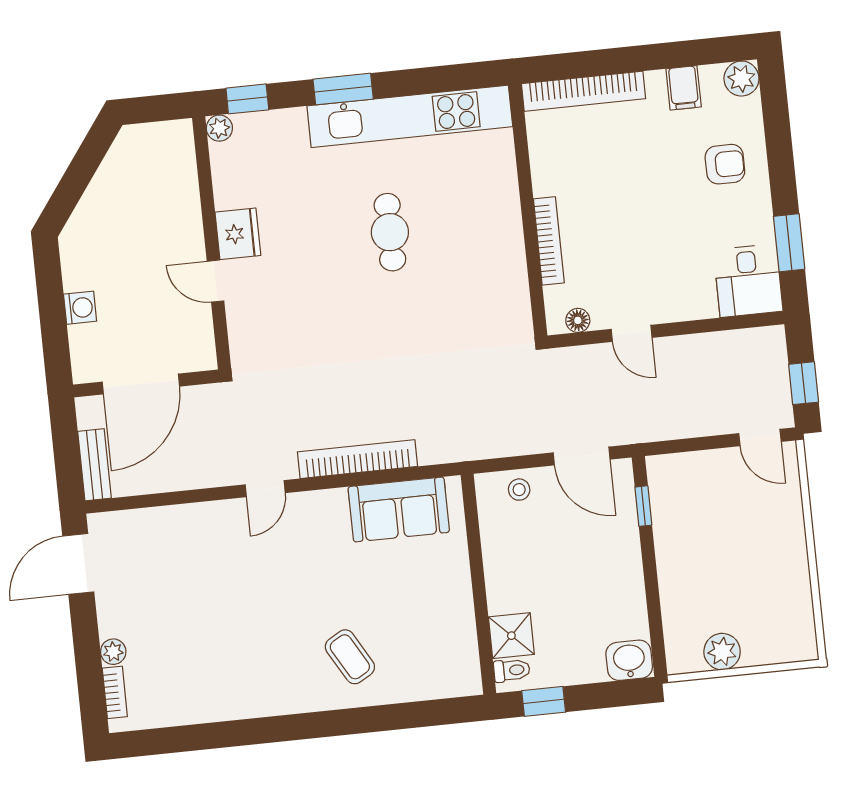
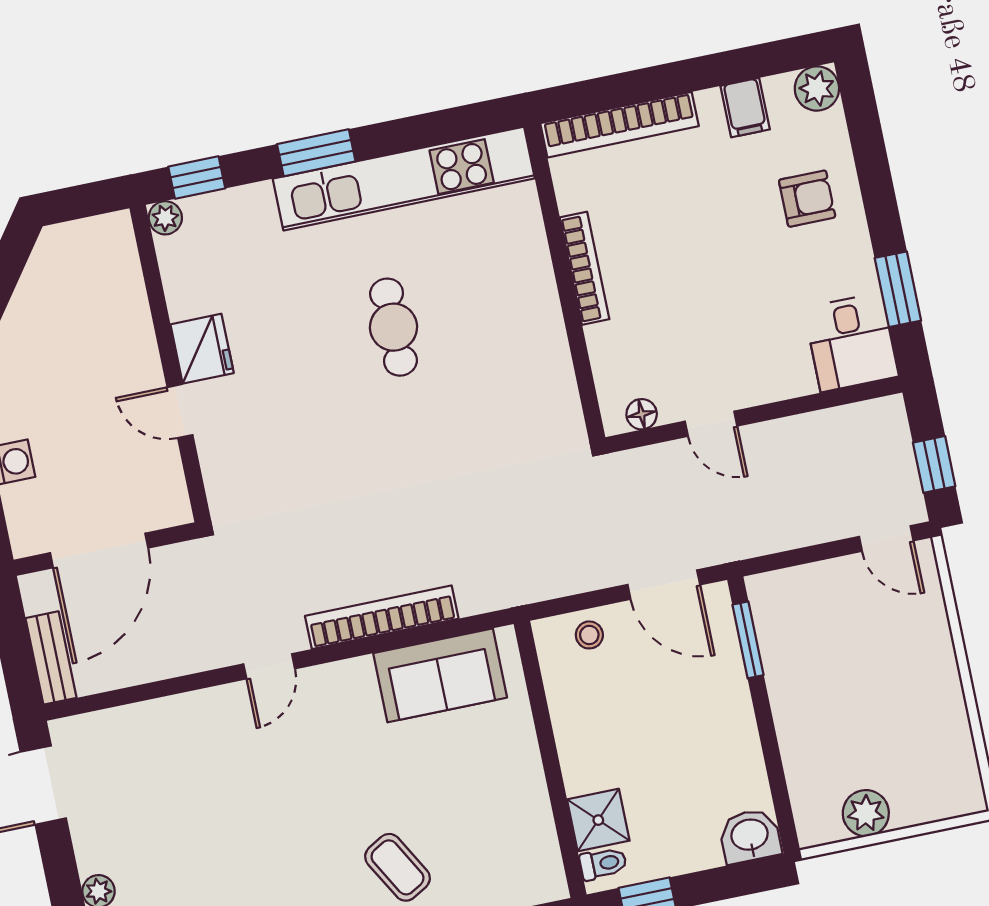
bookcase: (549, 241) -> (585, 268), moved
window: (643, 506) -> (748, 640), width x1.50

